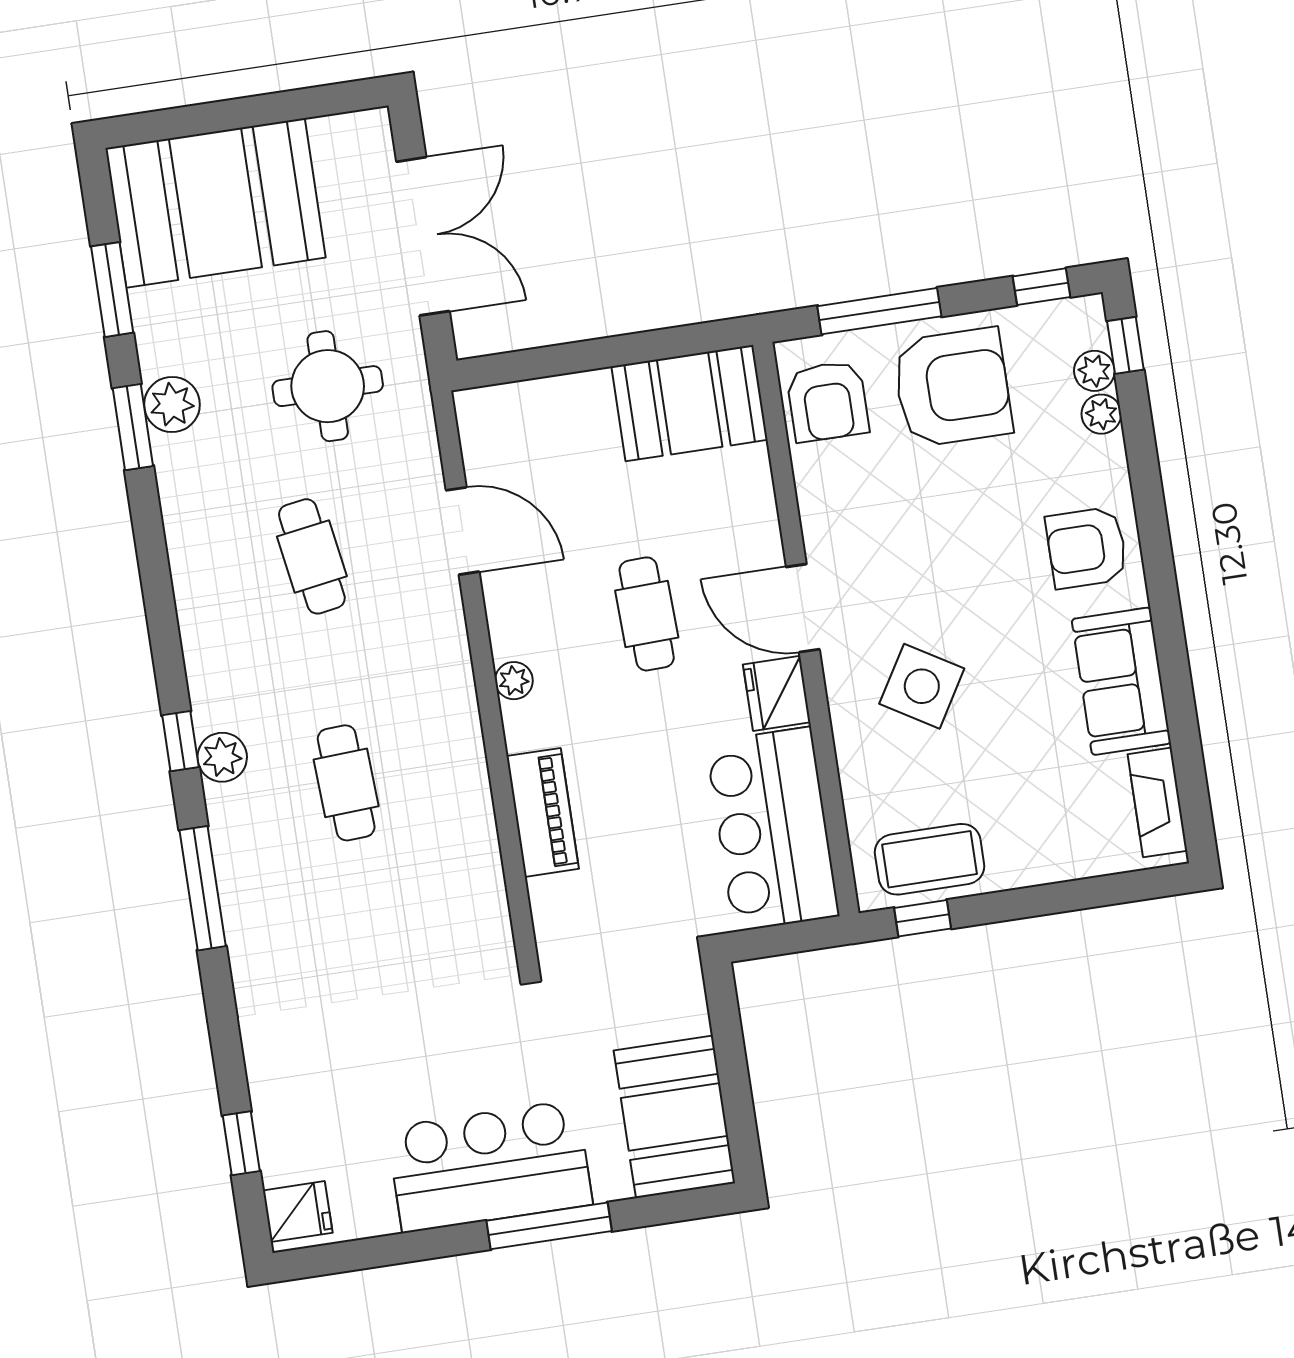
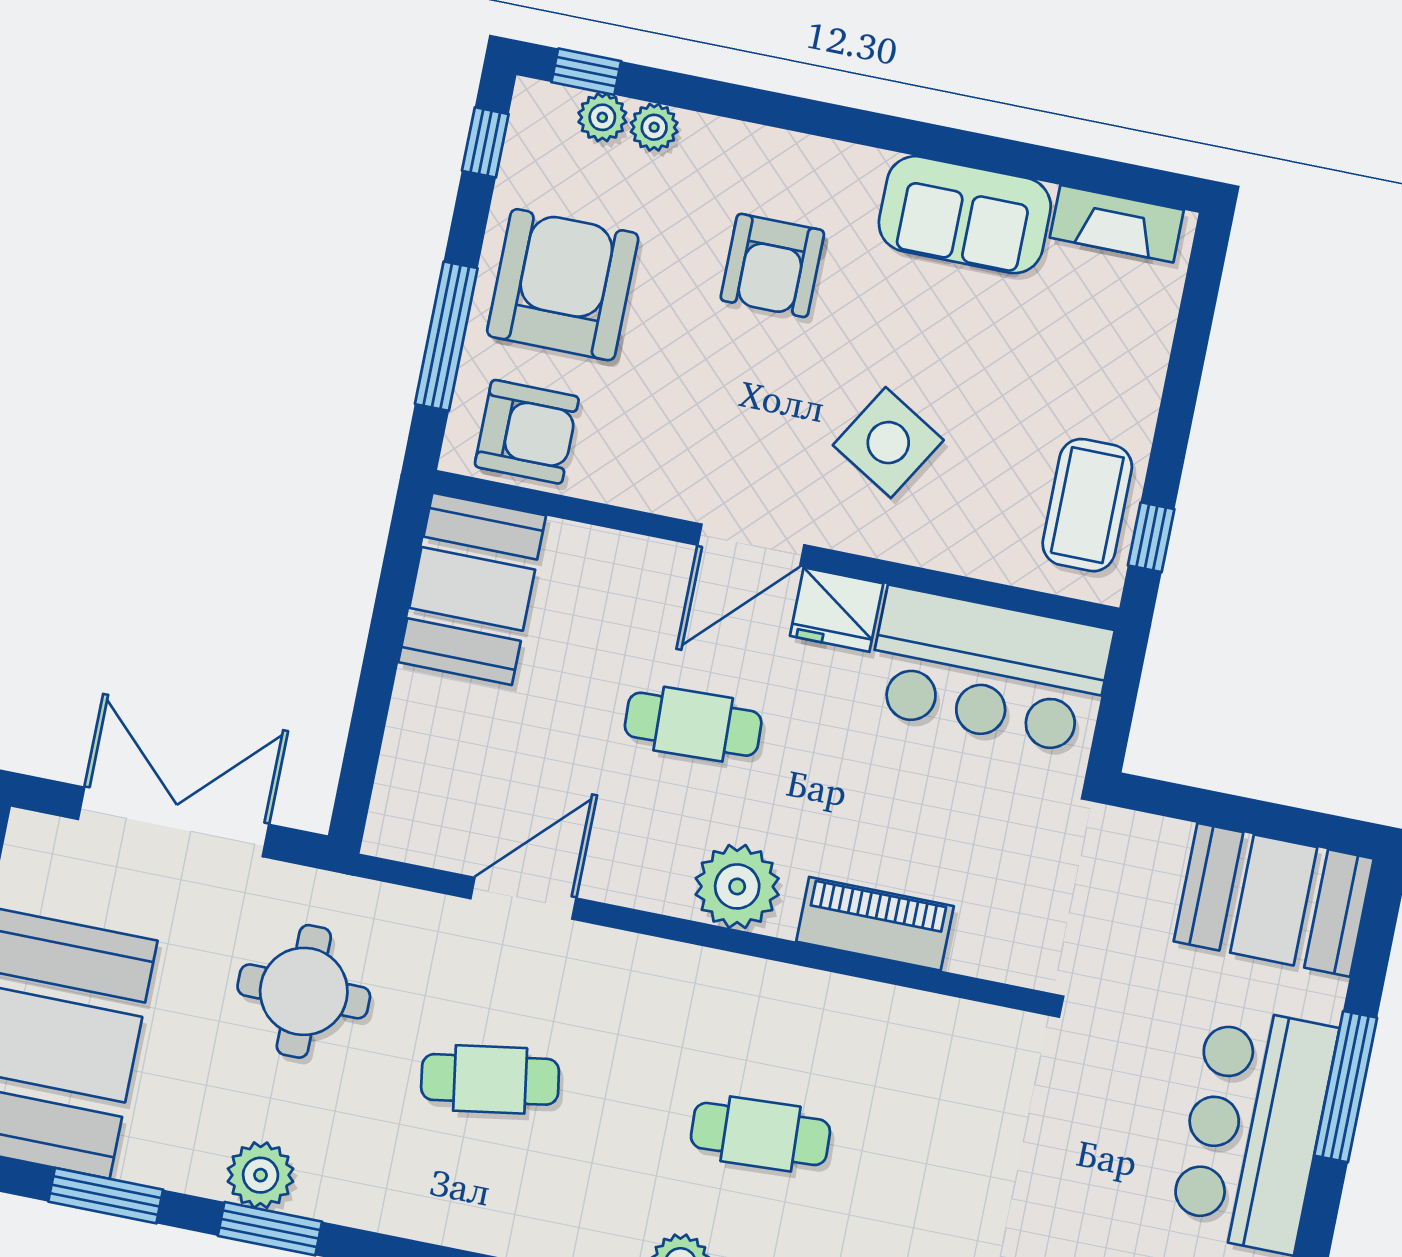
armchair: (1087, 548) -> (772, 265), moved
plant: (514, 681) -> (737, 886), width x1.87, depth x1.87

